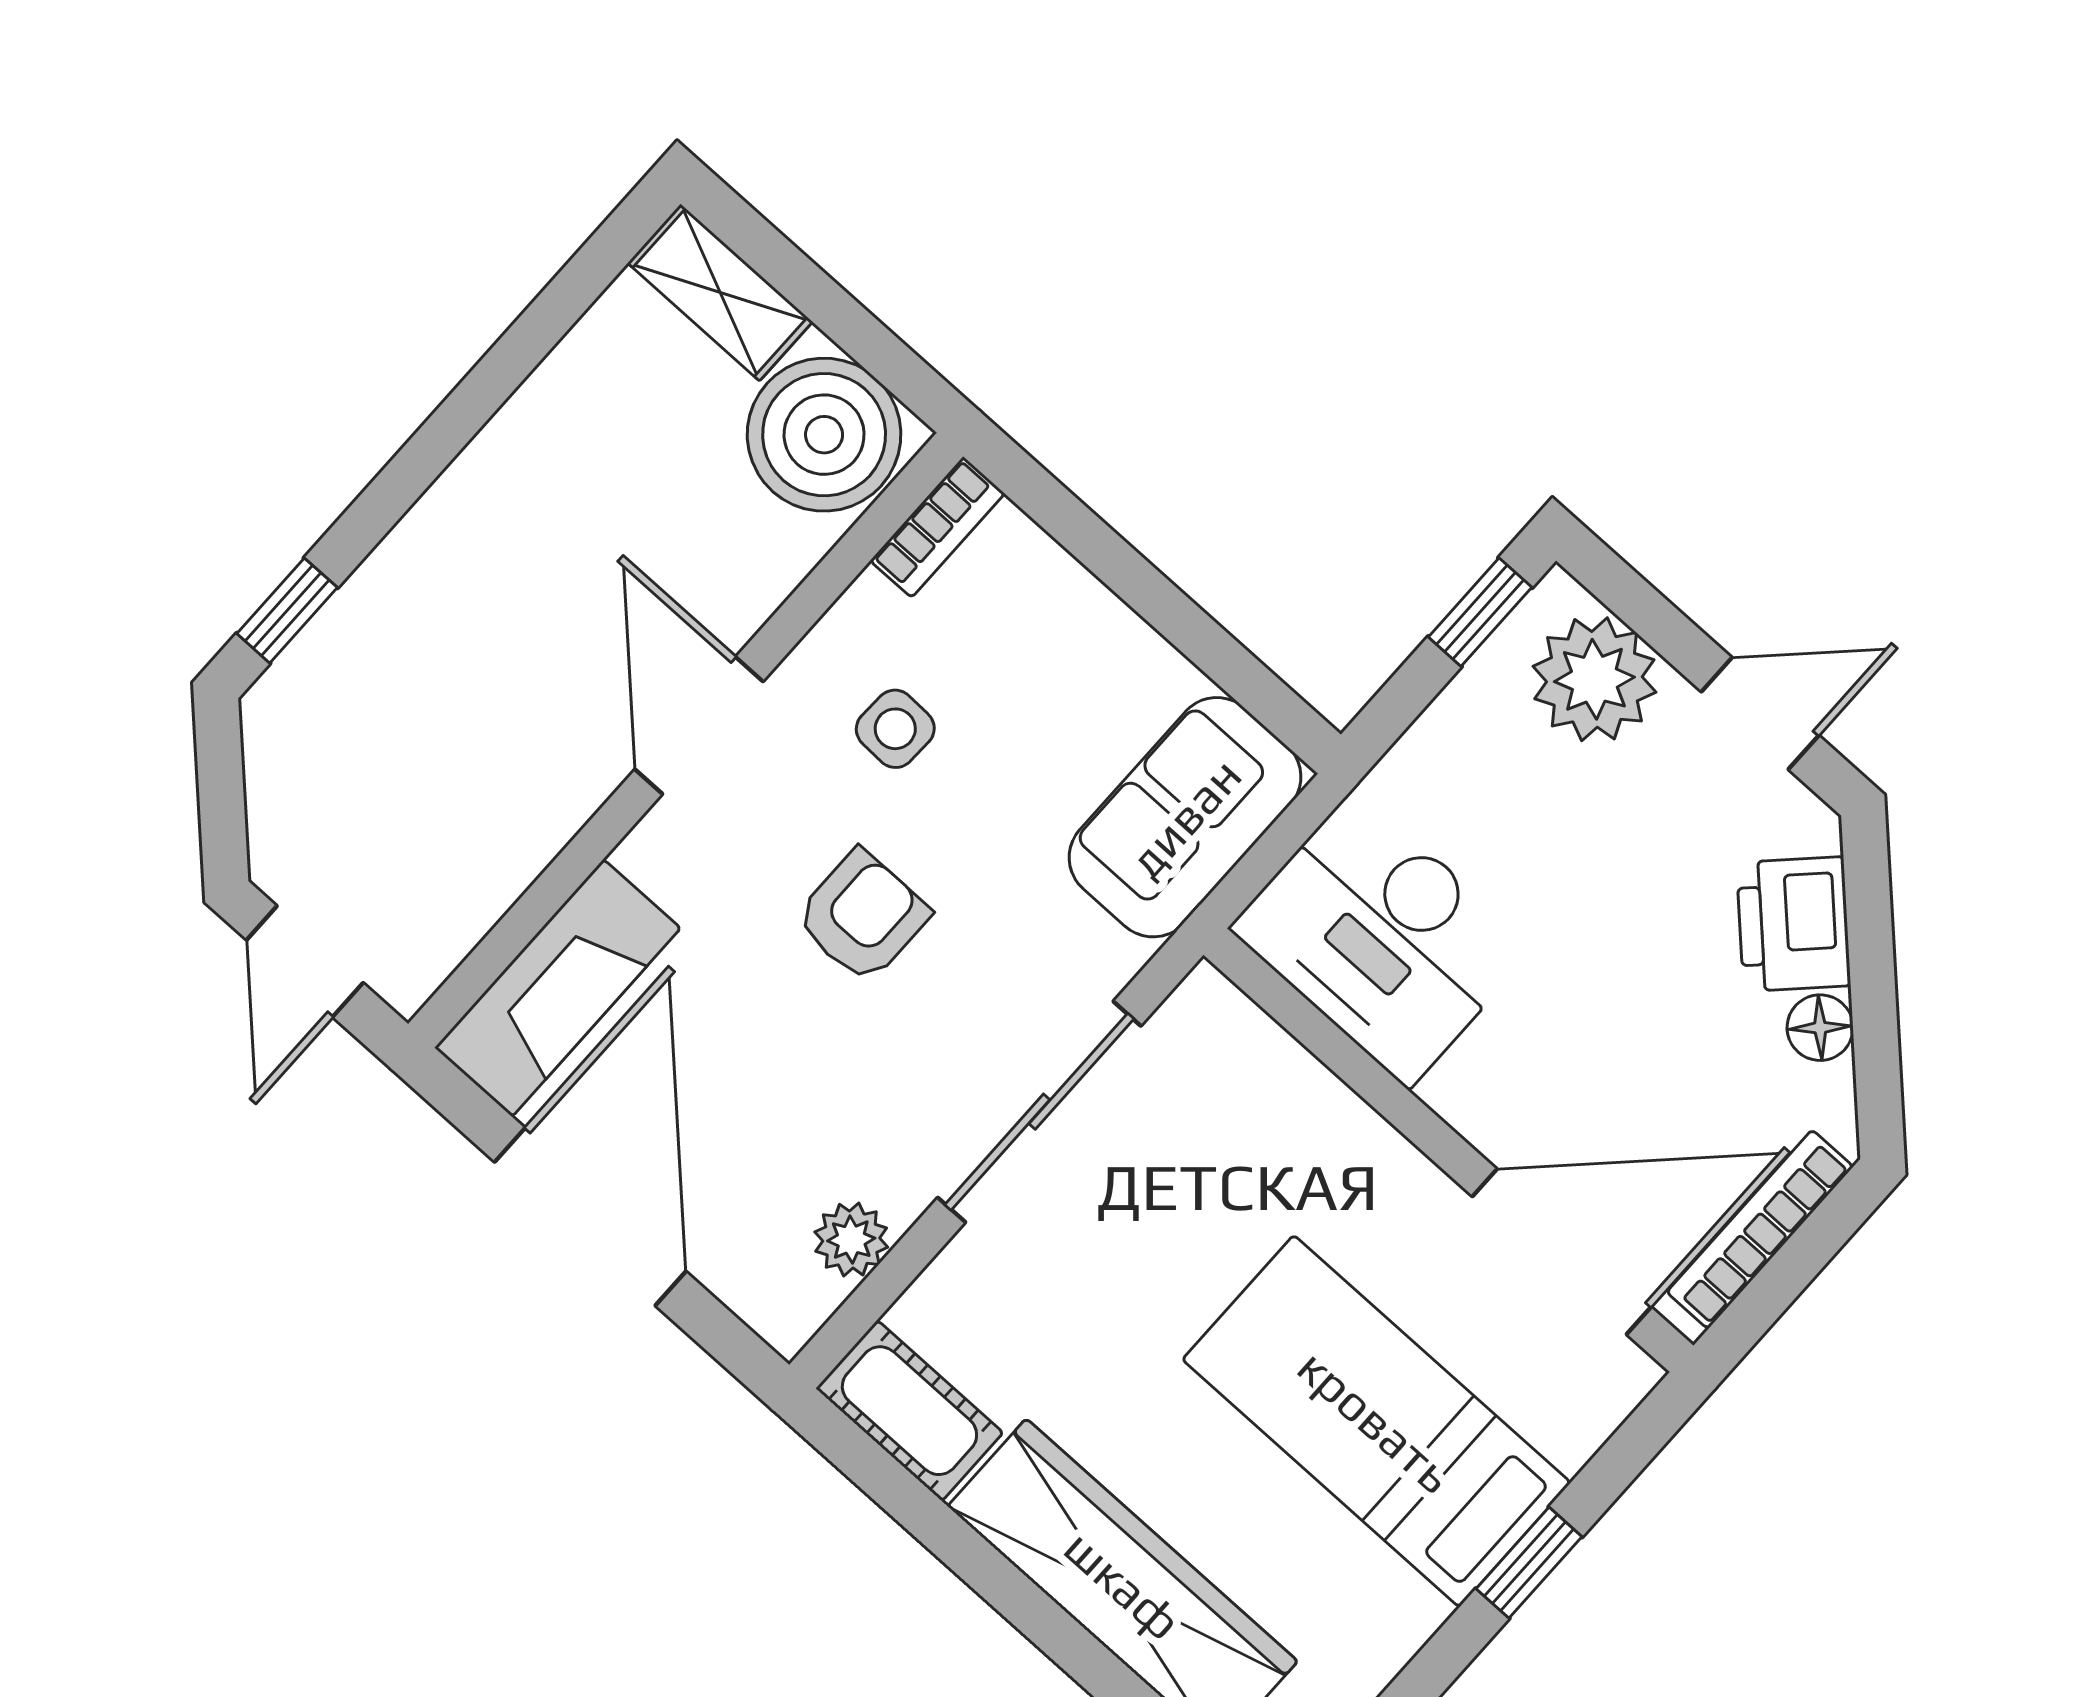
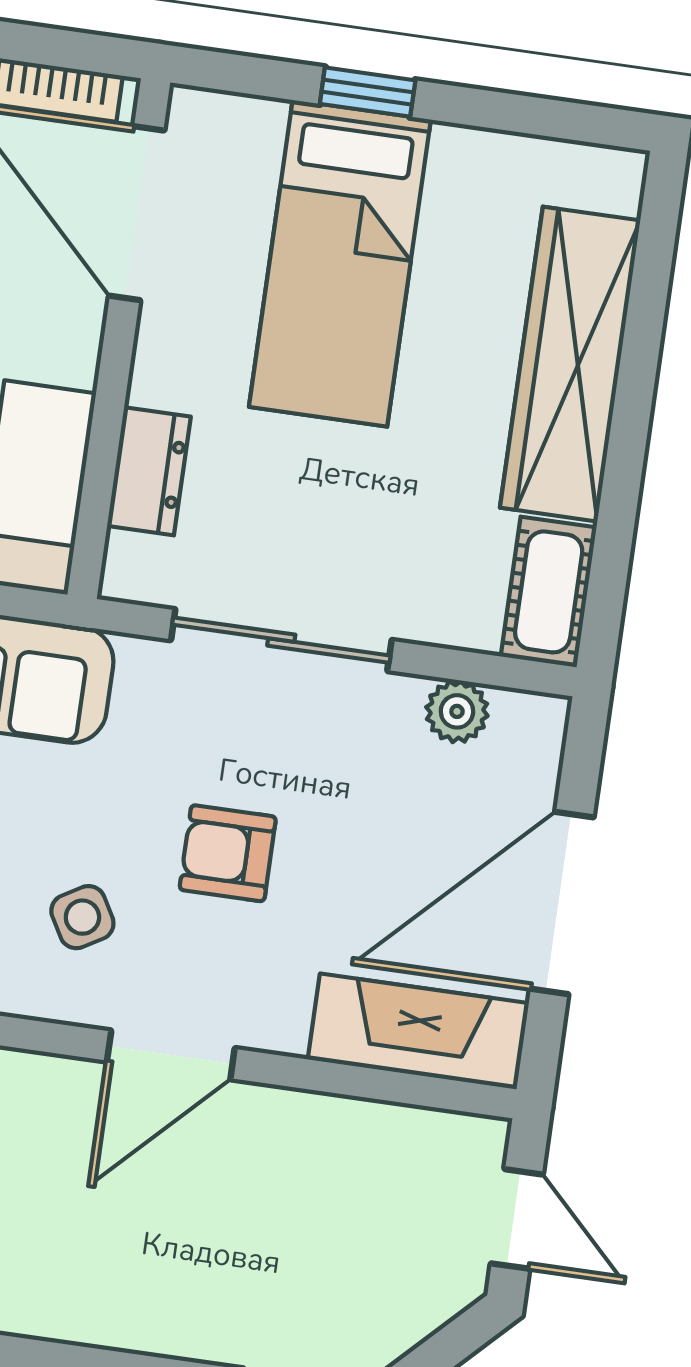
side table: (895, 729) -> (82, 917), turned -32
door: (305, 961) -> (517, 1219), hinge flipped
dresser: (1296, 1092) -> (149, 471), added

